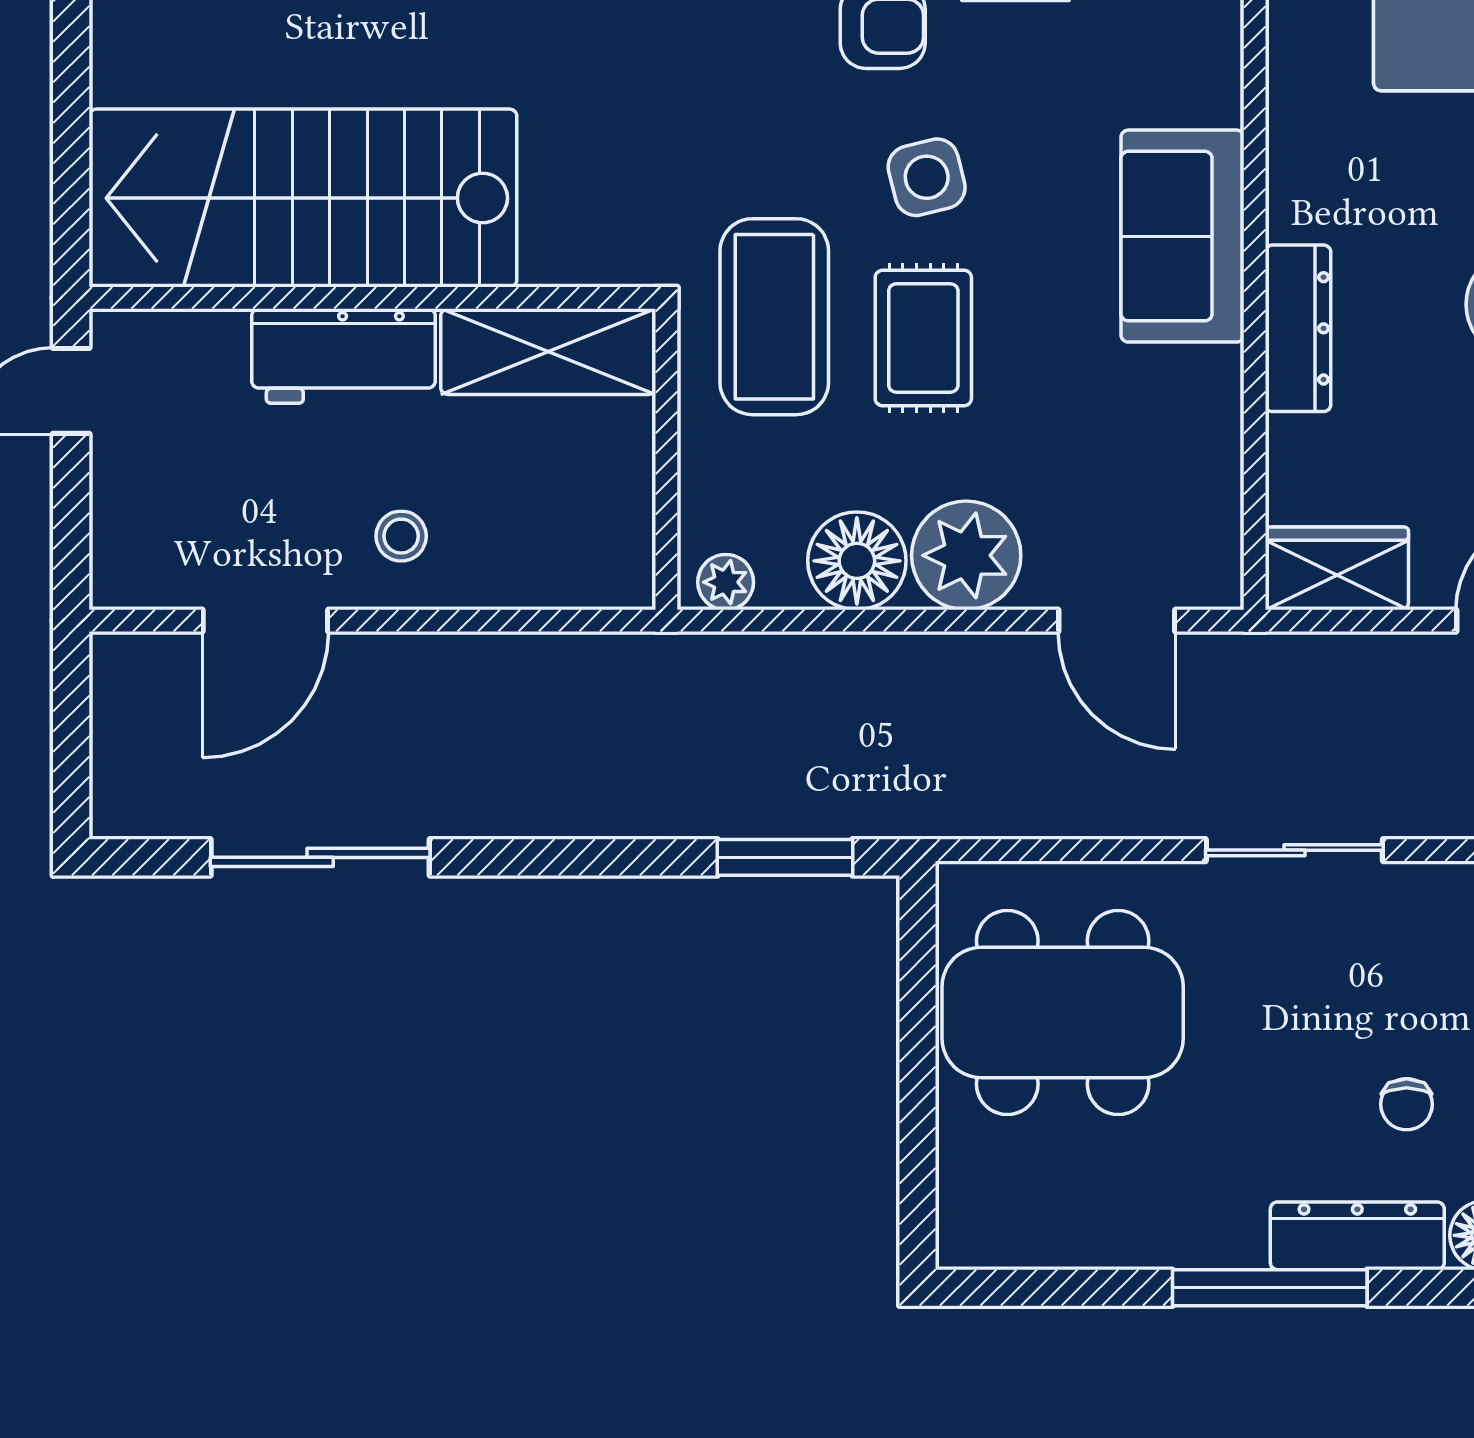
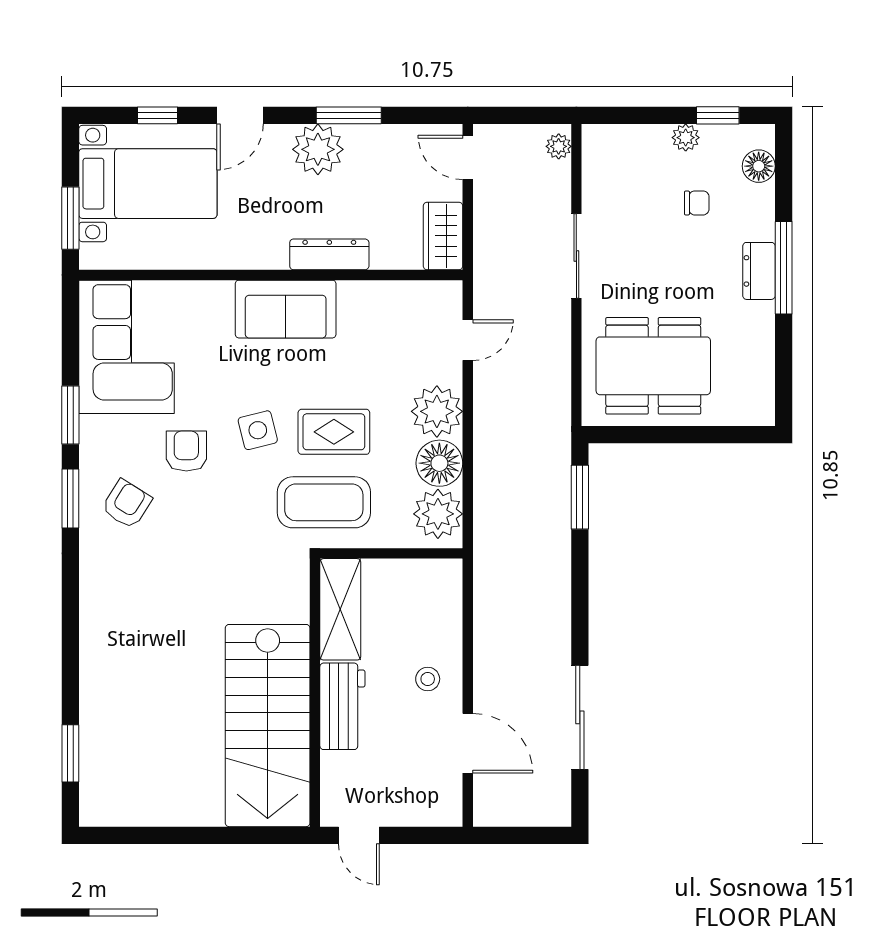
plant: (726, 582) -> (438, 514), width x1.88, depth x1.88
door: (1117, 621) -> (468, 340), width x0.73
dining table: (1063, 1012) -> (653, 366), turned 90
dresser: (1357, 1236) -> (759, 271), moved, width x0.70

